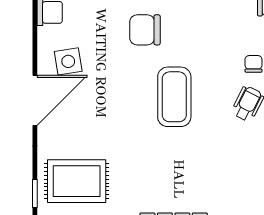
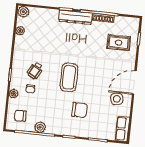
rug: (77, 181) -> (119, 43), width x0.73, depth x0.70

